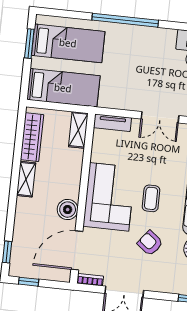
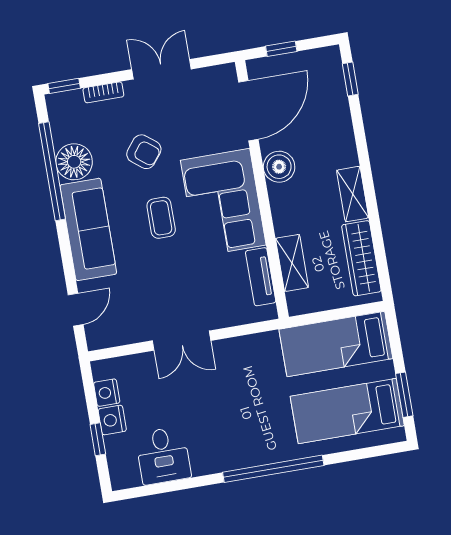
double door: (160, 117) -> (182, 341), swing flipped
tv unit: (112, 123) -> (261, 277), moved, turned -90
shelving: (78, 130) -> (292, 263), moved
bookcase: (90, 280) -> (103, 92), moved
window: (29, 282) -> (281, 49), moved

